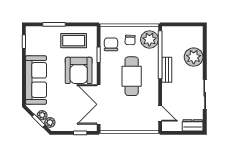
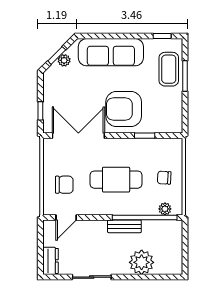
plant: (149, 40) -> (165, 209), width x0.53, depth x0.53
coffee table: (74, 41) -> (169, 69), moved
chair: (111, 44) -> (64, 185), moved
plant: (50, 122) -> (54, 71), removed

